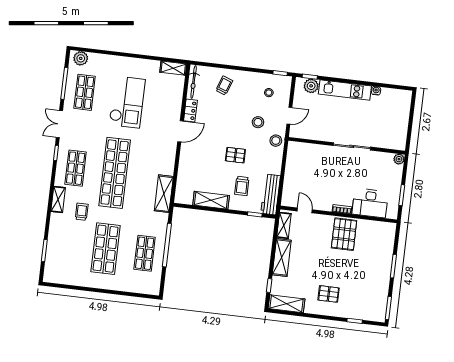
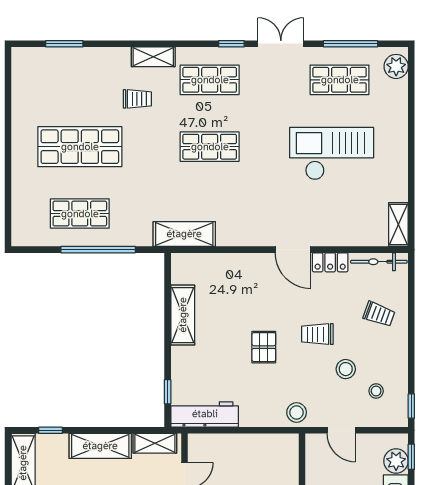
checkout: (127, 102) -> (332, 154), turned 180
stool: (258, 122) -> (346, 369), moved
shop shelf: (115, 173) -> (210, 147), width x0.50, depth x0.74
trolley: (242, 186) -> (317, 334), moved

